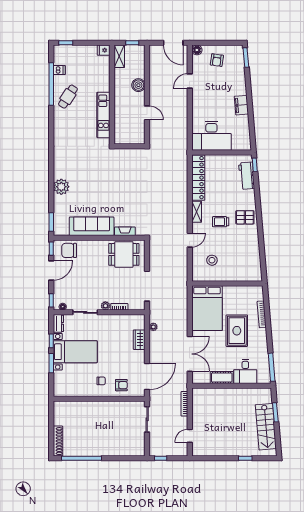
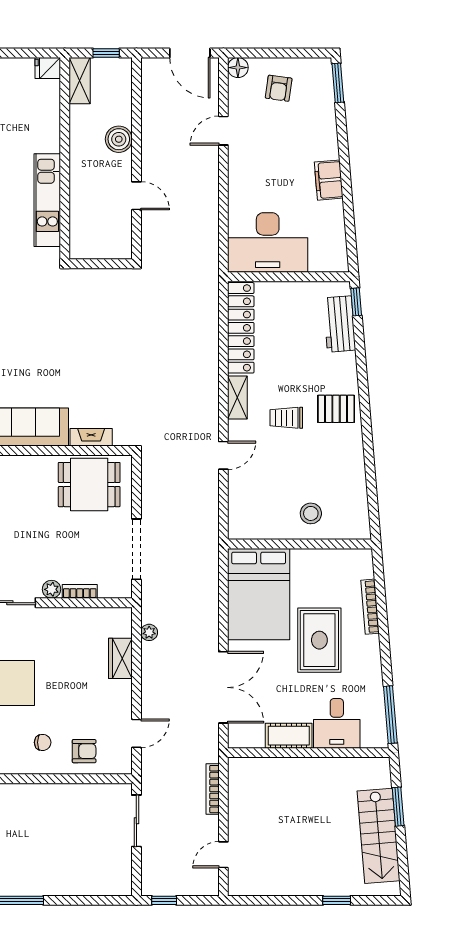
stool: (212, 260) -> (311, 513), moved
door: (147, 376) -> (136, 733), width x0.53

